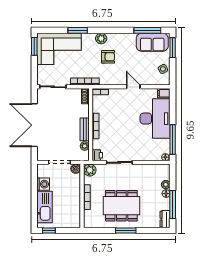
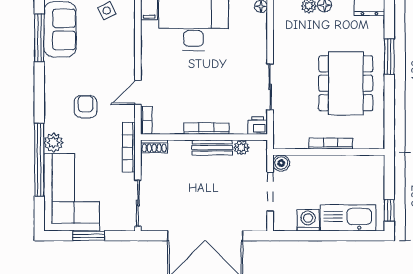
window: (78, 30) -> (39, 160), width x2.11
plant: (101, 38) -> (53, 143), moved
window: (34, 46) -> (89, 236), moved
door: (133, 87) -> (138, 93), moved
plant: (90, 170) -> (284, 139), removed
window: (126, 231) -> (389, 57), moved

